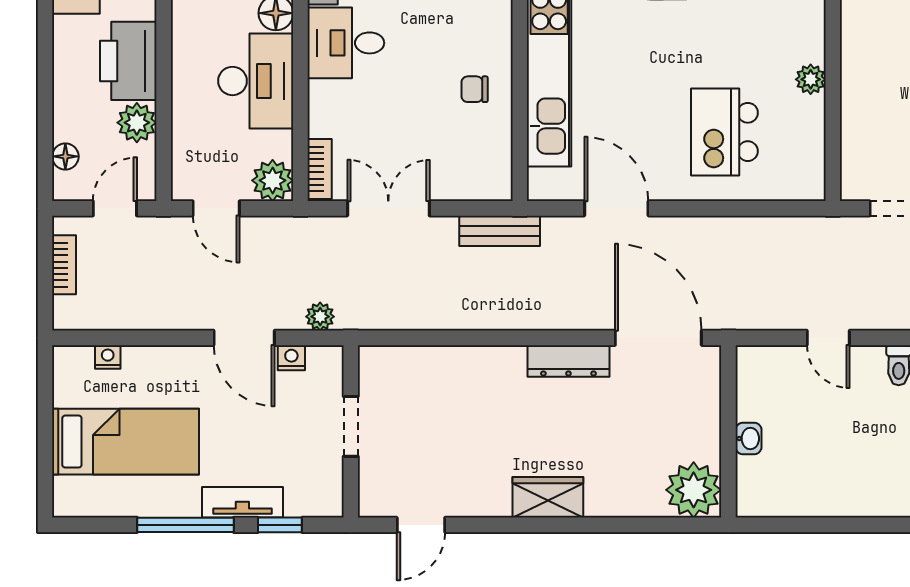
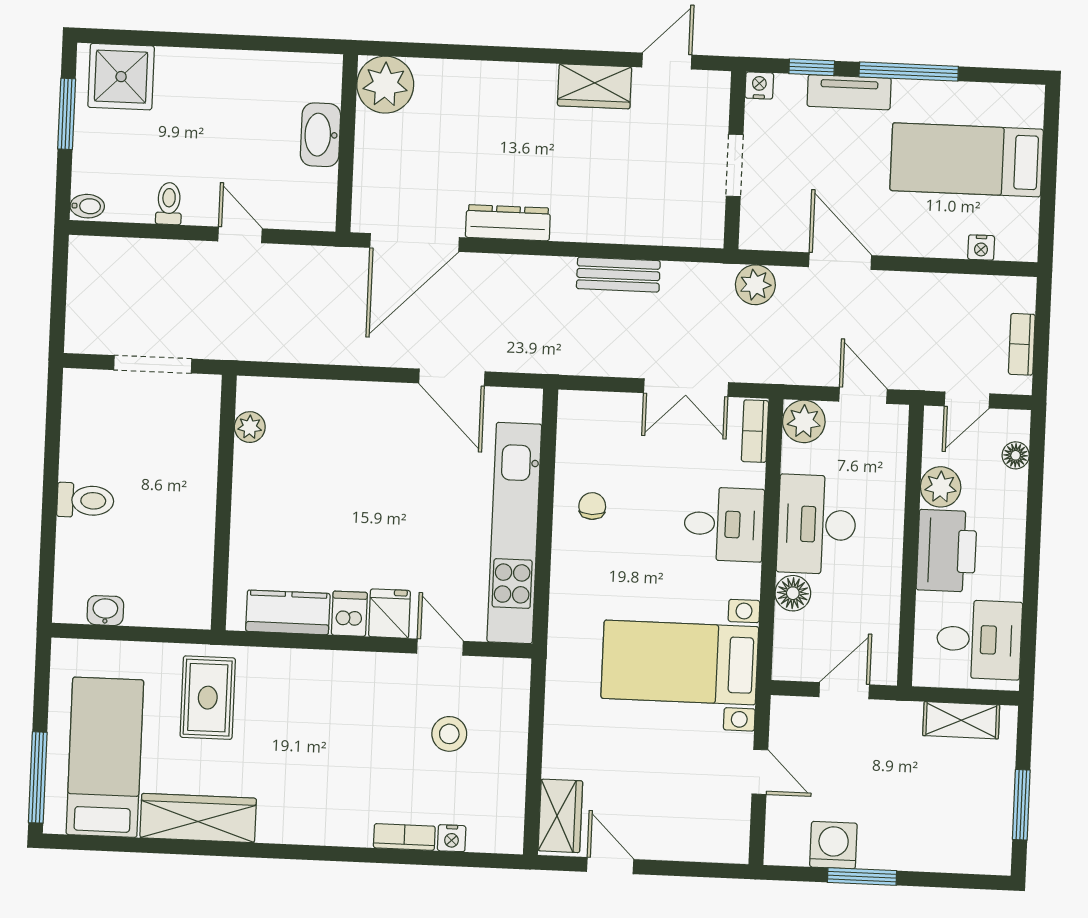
desk: (346, 43) -> (724, 524), moved
plant: (811, 79) -> (250, 427), moved
chair: (475, 89) -> (592, 506), turned -90
kitchen island: (724, 132) -> (337, 451), removed
bench: (500, 231) -> (618, 275), moved
plant: (320, 317) -> (755, 285), width x1.38, depth x1.38
door: (658, 338) -> (415, 242), hinge flipped
nightstand: (291, 358) -> (759, 85), moved, turned 180
washbasin: (749, 438) -> (320, 135), width x1.91, depth x1.45
wardrobe: (548, 497) -> (595, 86), moved

